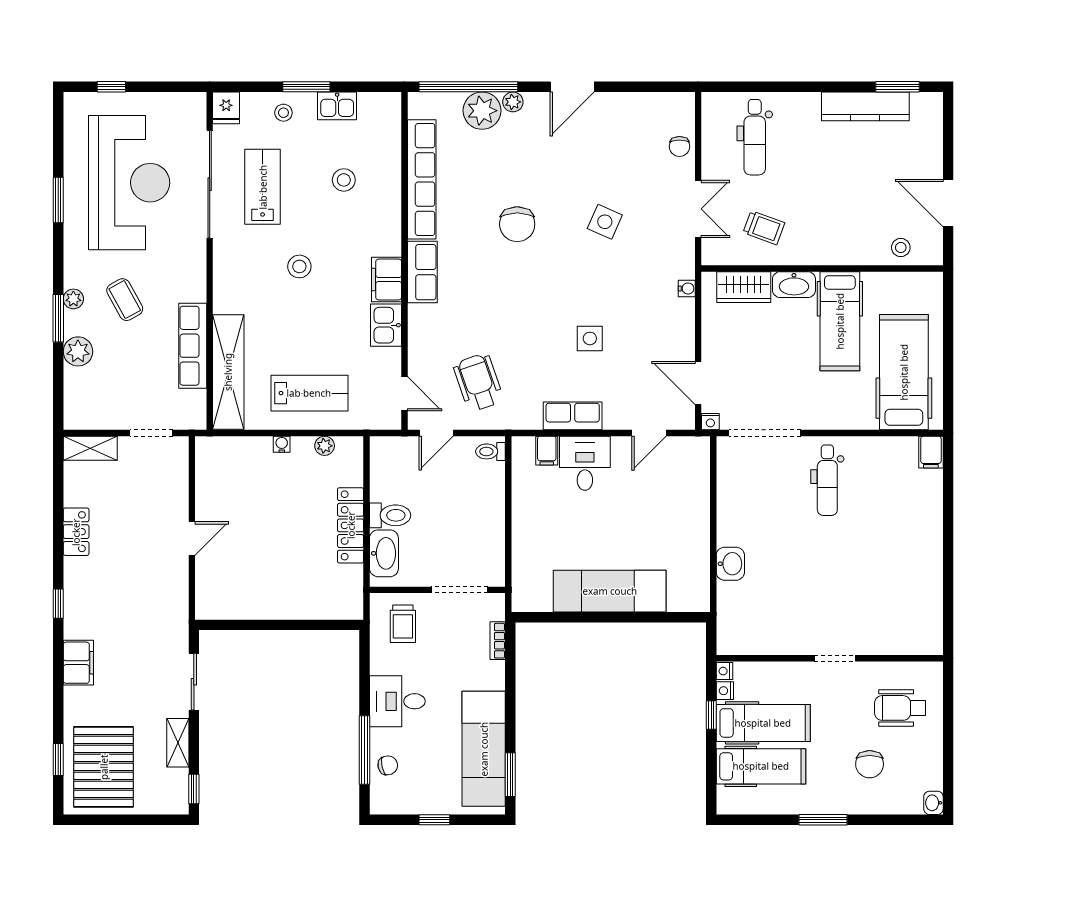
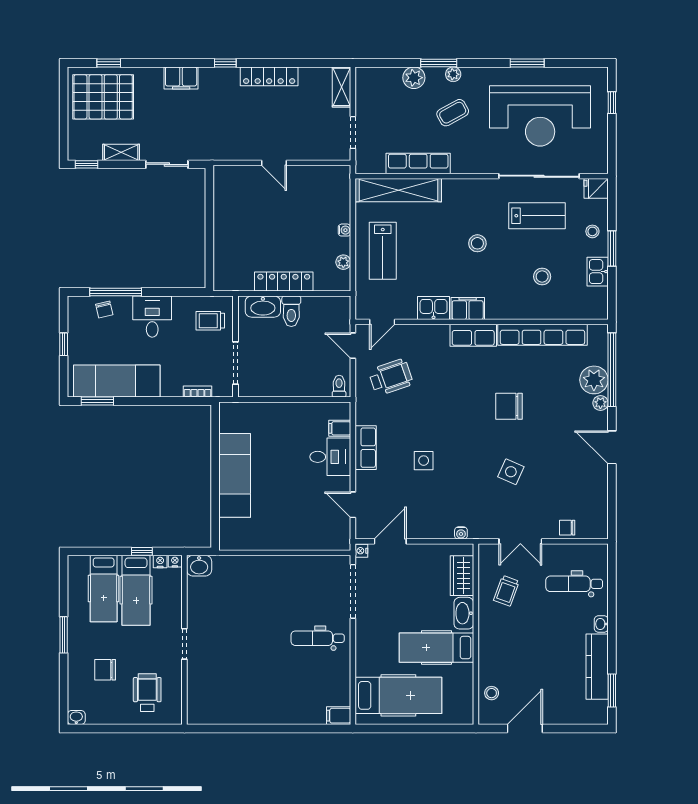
washbasin: (808, 101) -> (601, 624), added
locker: (76, 532) -> (269, 76), width x1.53
washbasin: (730, 564) -> (199, 566), moved

